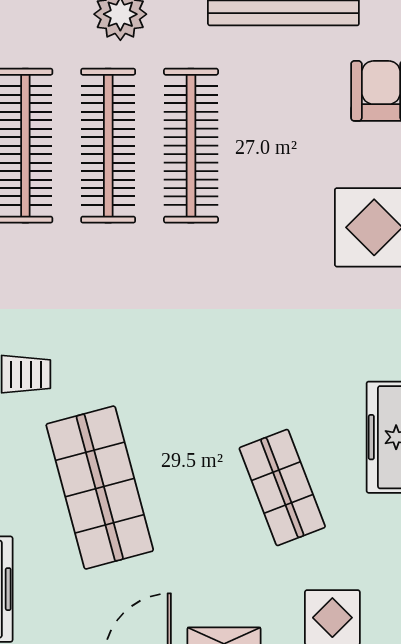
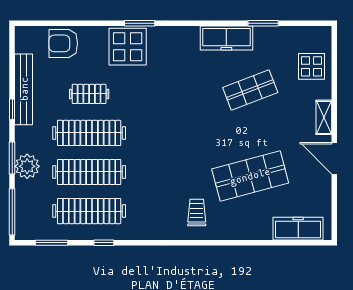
clothes rail: (274, 146) -> (89, 94), added

